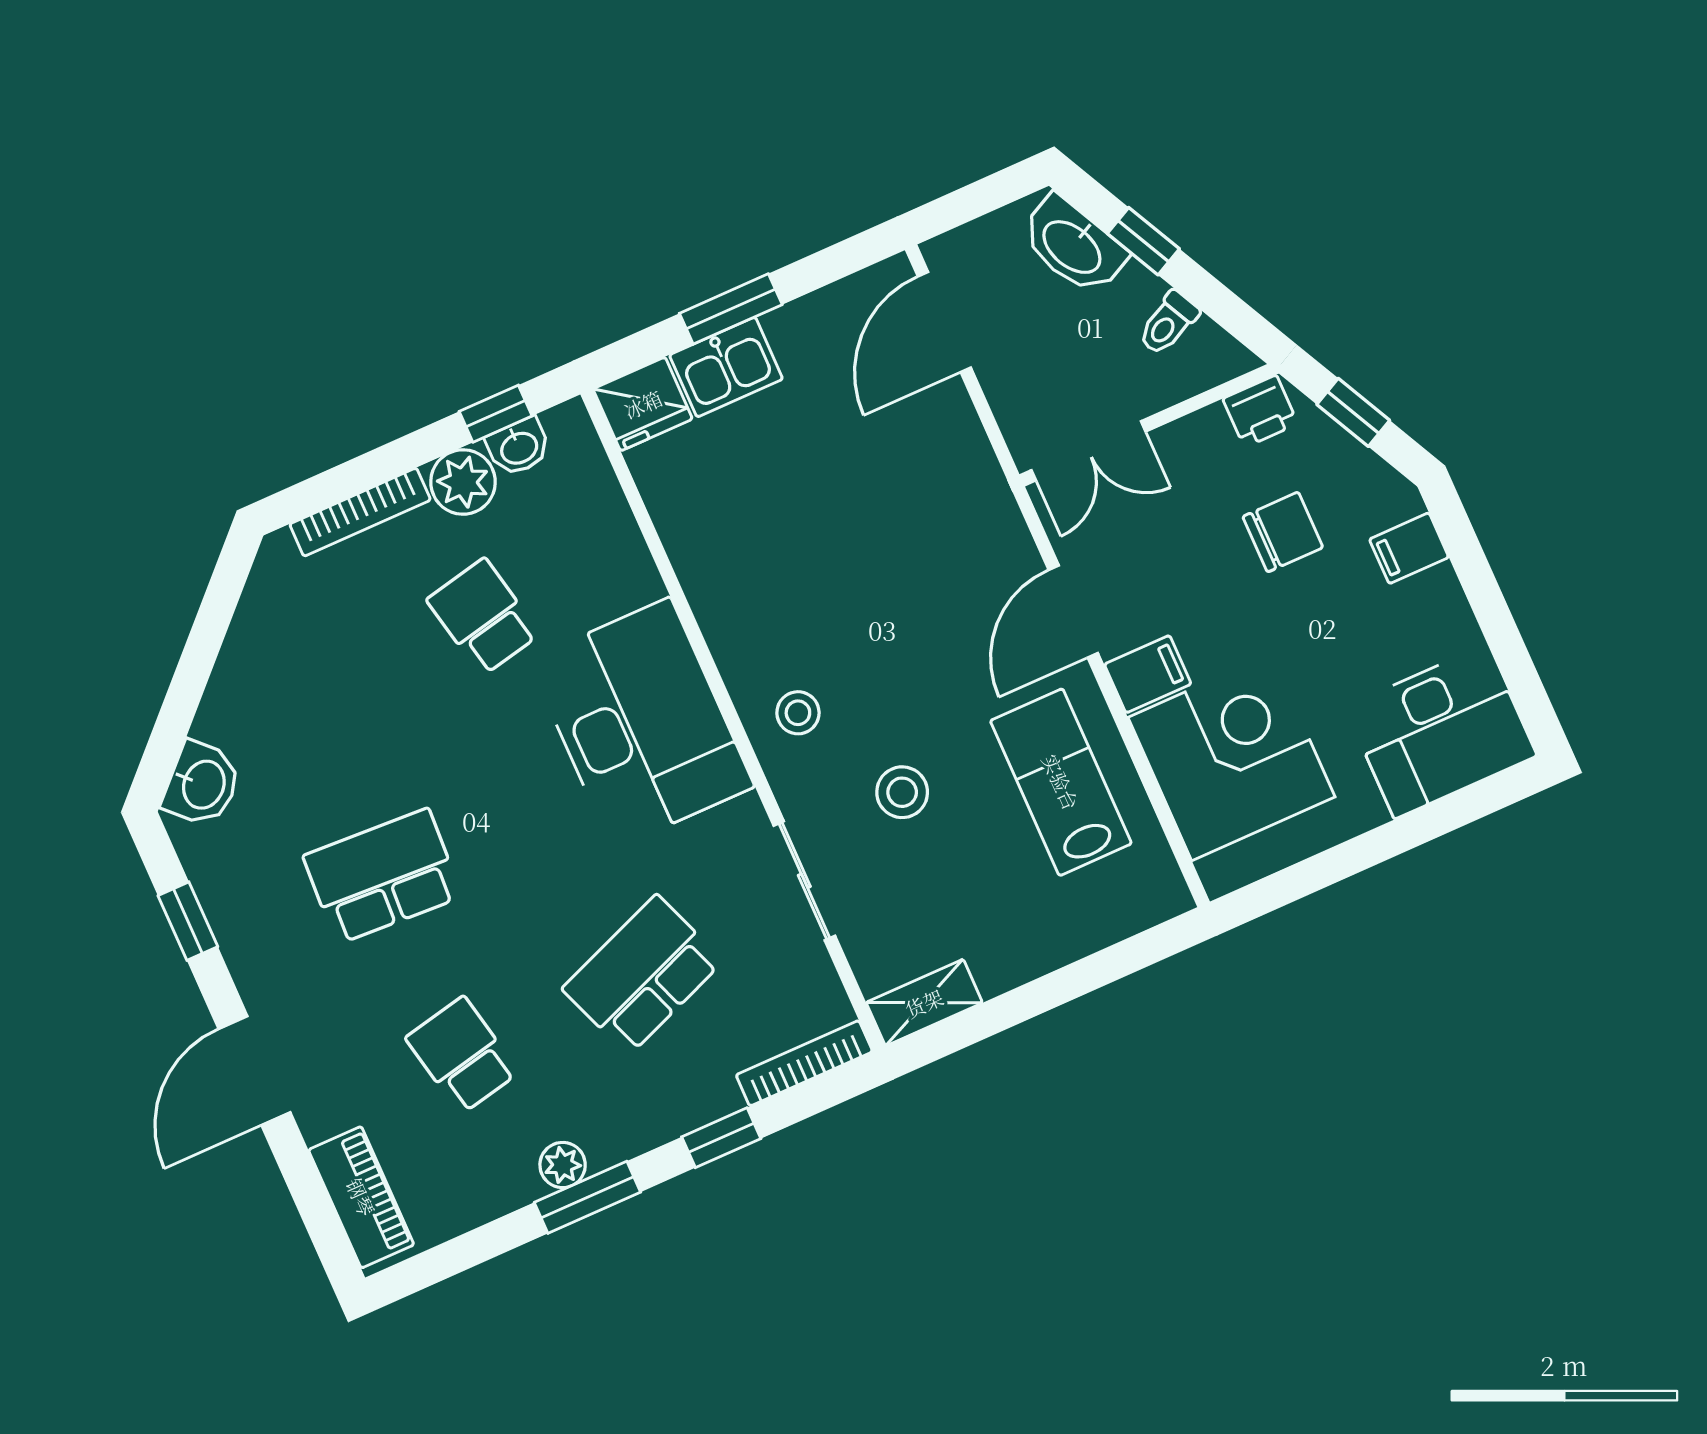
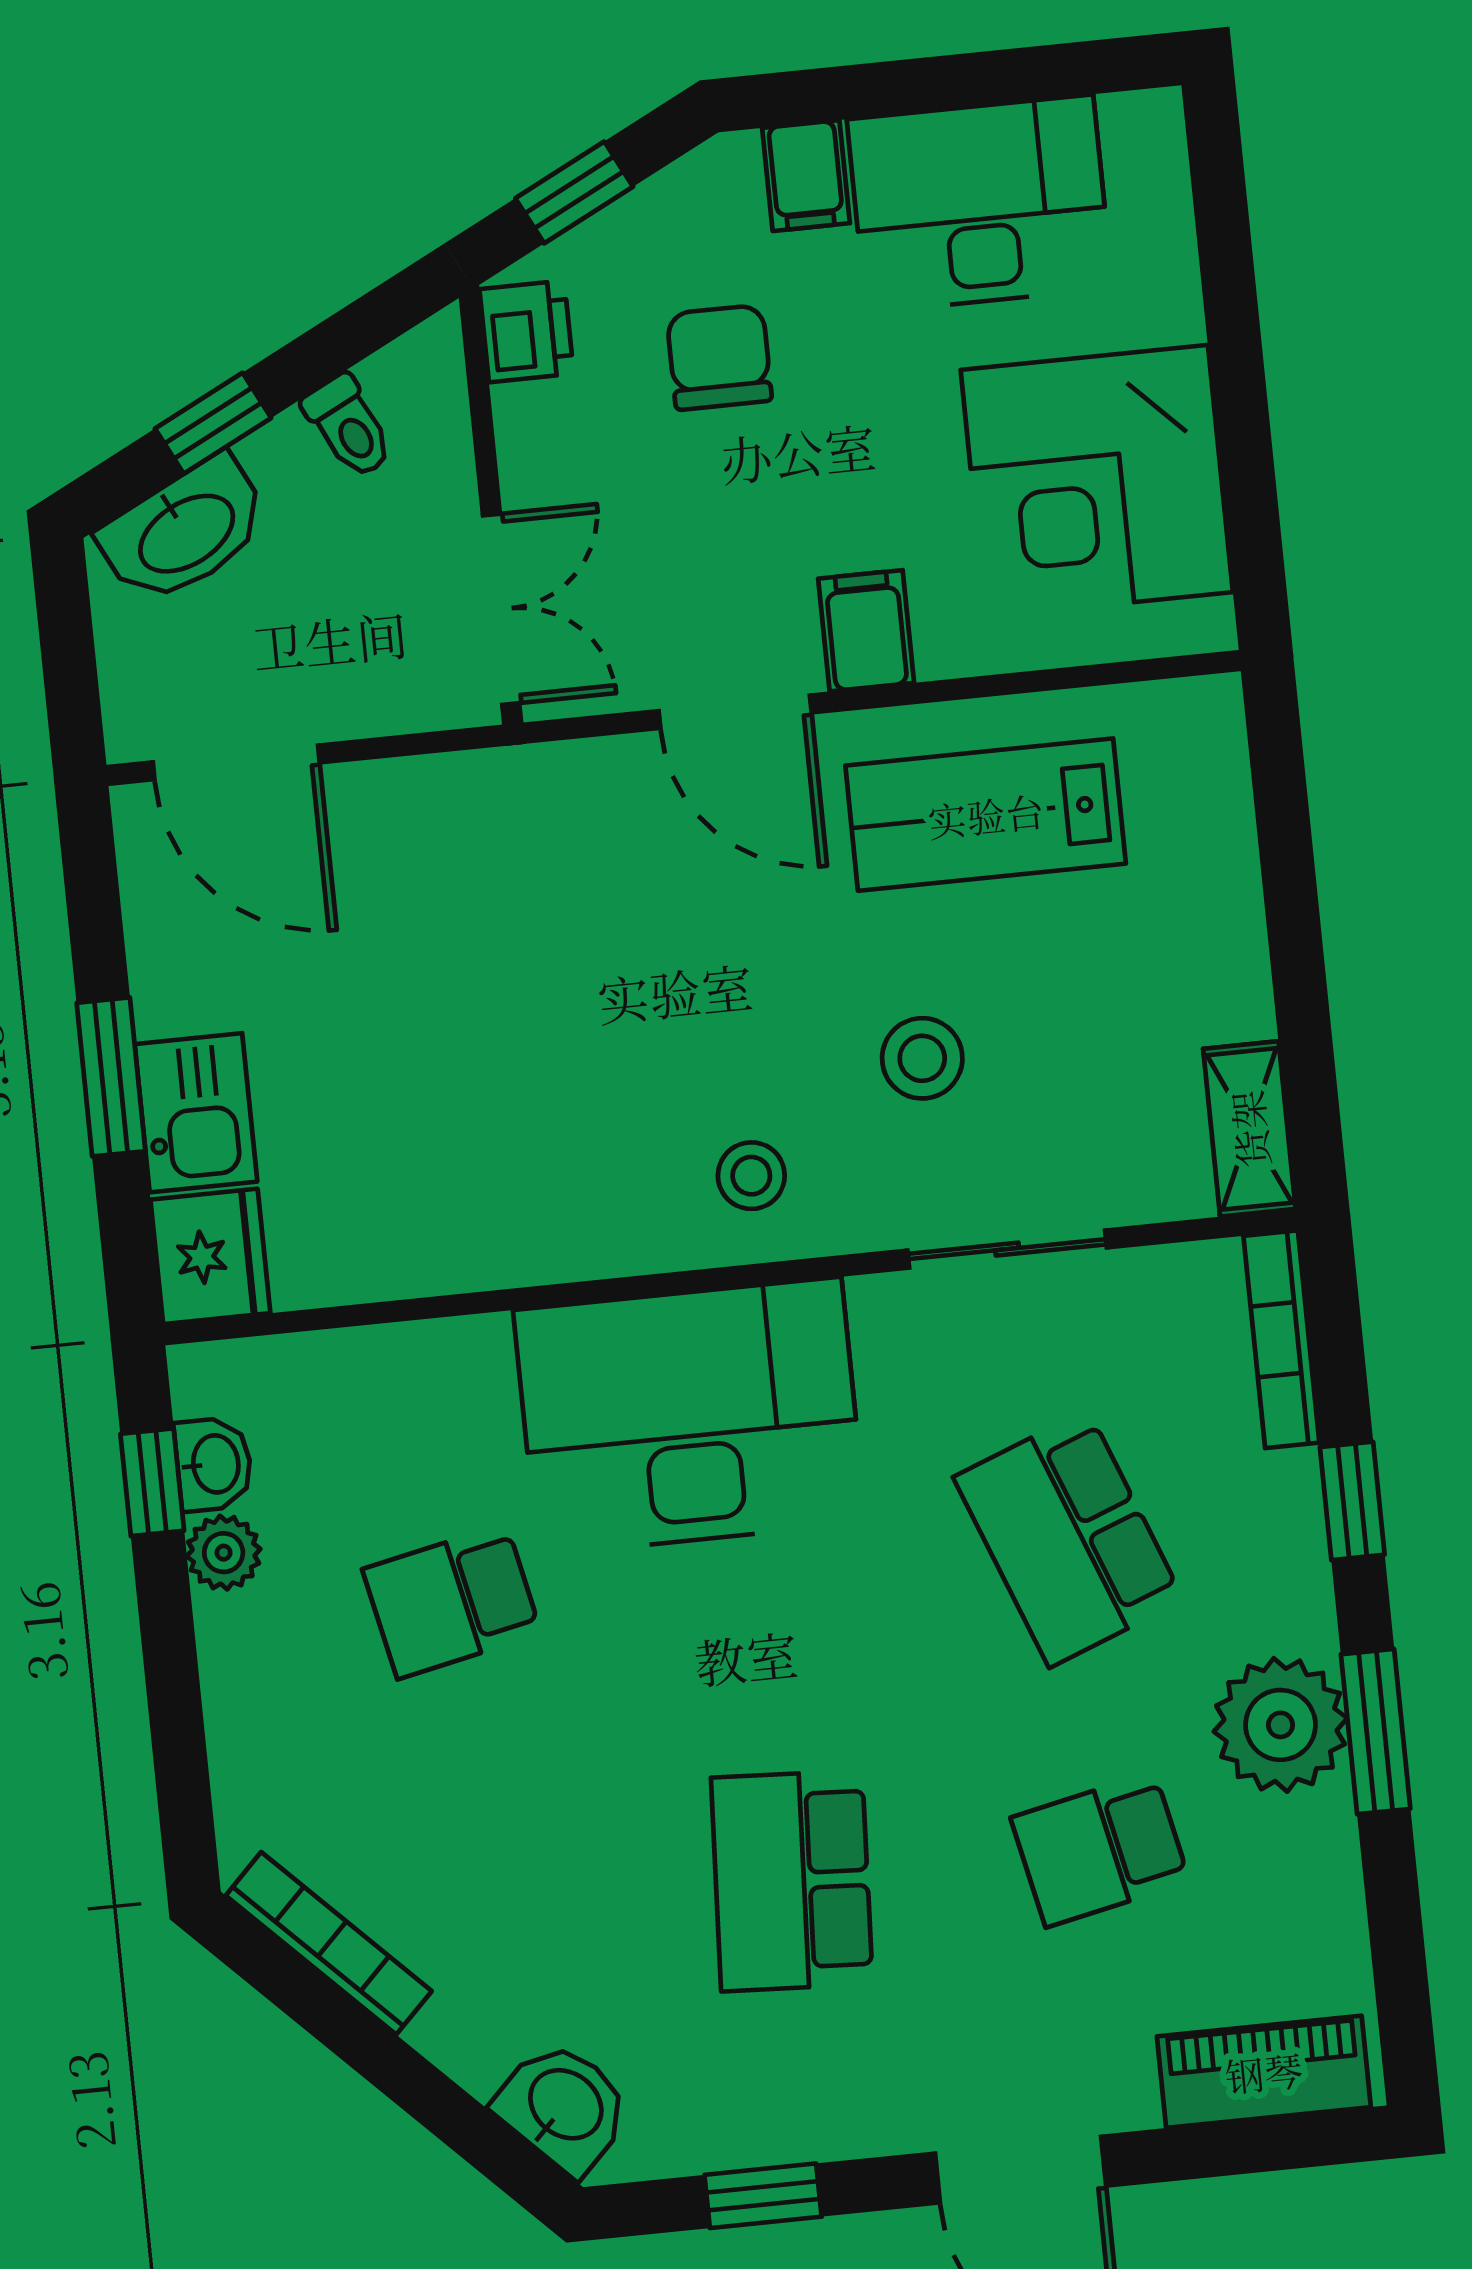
plant: (463, 482) -> (224, 1553), width x0.73, depth x0.73
bookcase: (360, 512) -> (329, 1943), moved, turned -45
desk: (1441, 731) -> (980, 204), moved, turned -90
corner desk: (1231, 757) -> (1097, 481), moved, turned -90
plant: (563, 1165) -> (1281, 1725), width x1.88, depth x1.88

